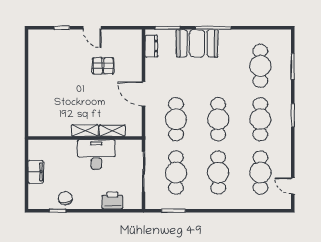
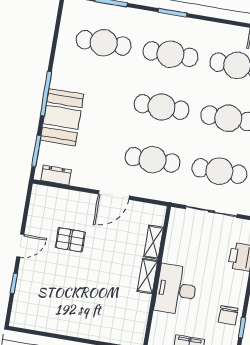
pallet: (103, 66) -> (70, 240), turned 90
desk: (96, 154) -> (176, 290), moved
chair: (65, 198) -> (228, 315), turned -79

